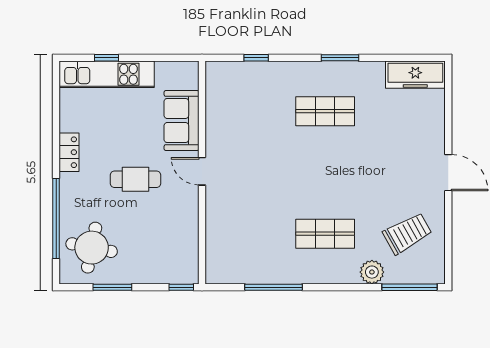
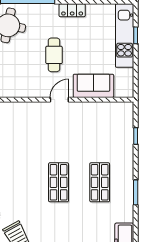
shop shelf: (325, 234) -> (59, 182), moved

